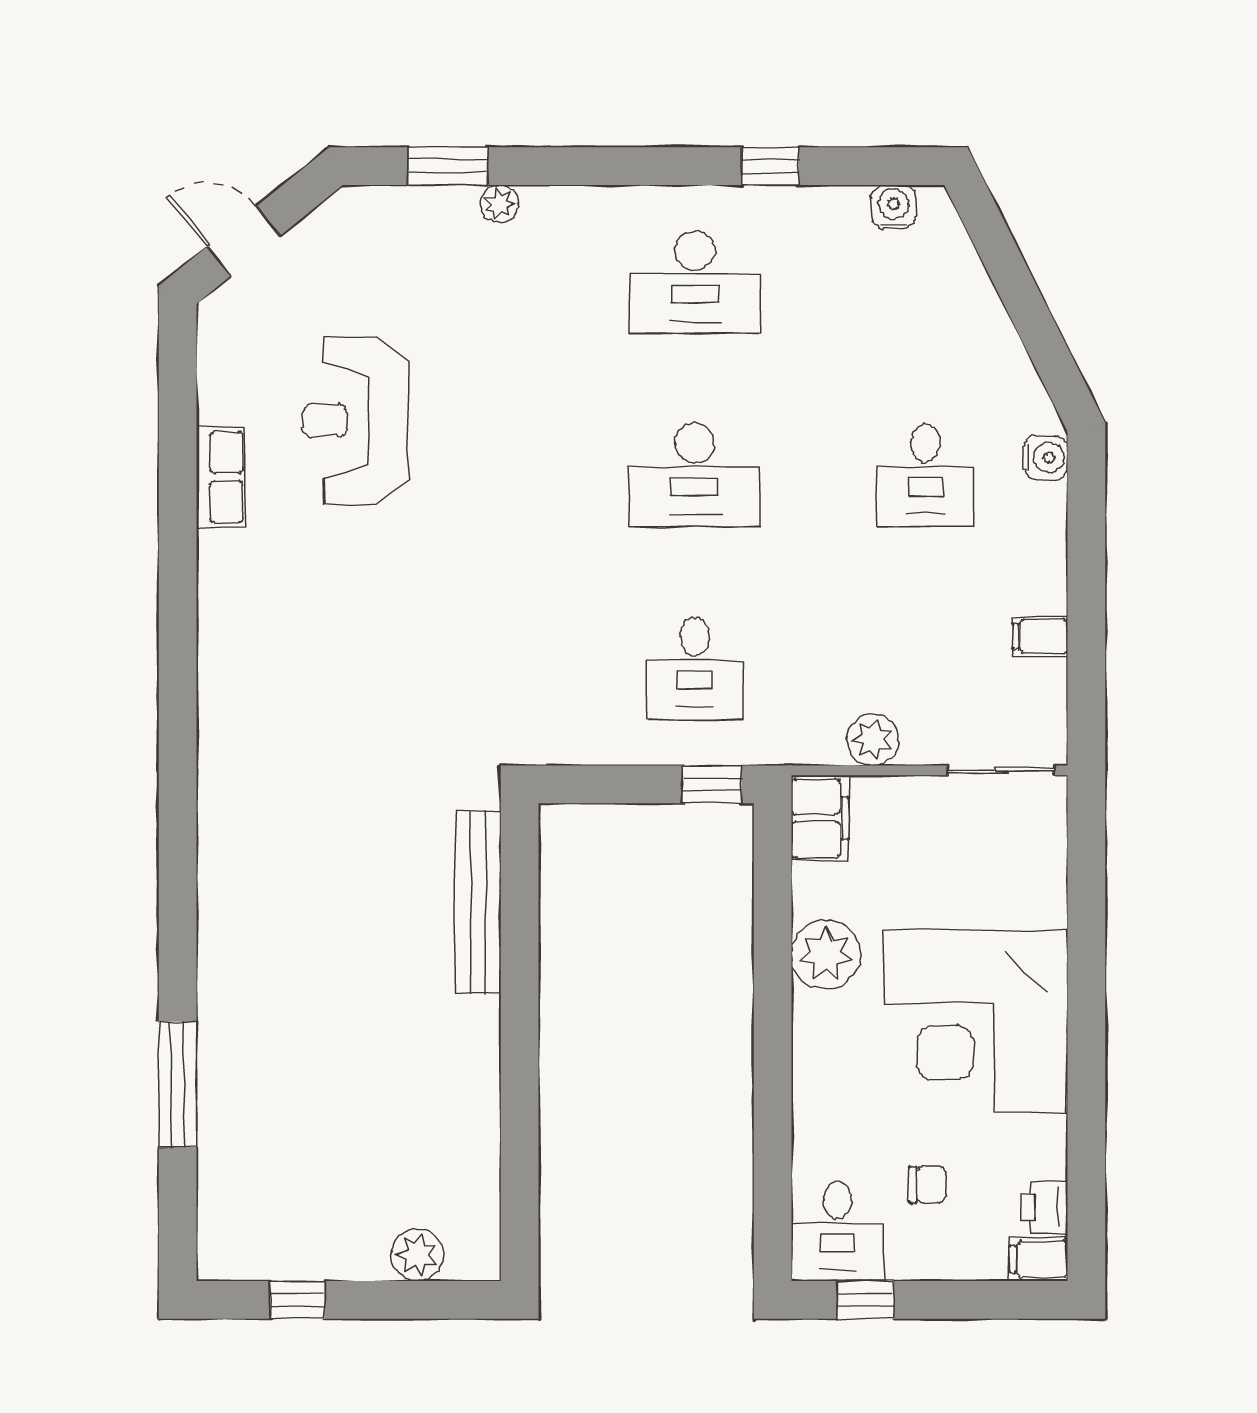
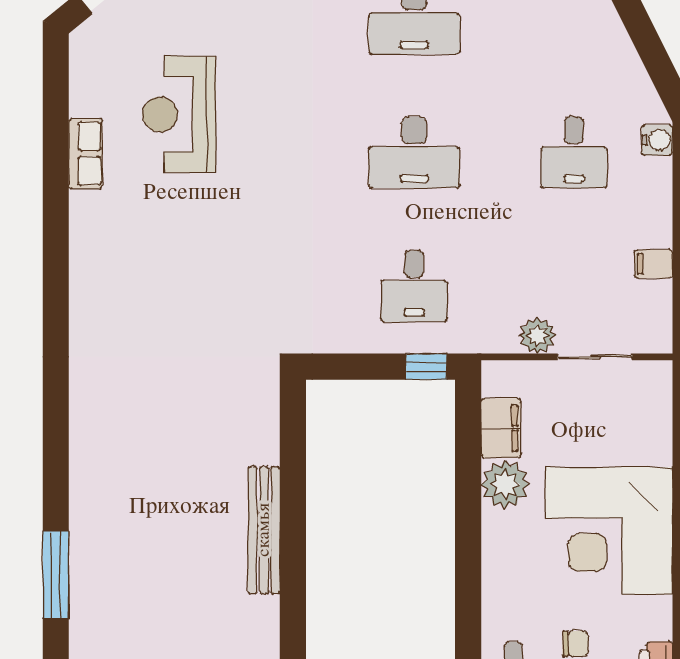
sliding door: (1001, 770) -> (595, 357), moved
filing cabinet: (820, 818) -> (501, 428), moved
bench: (478, 902) -> (264, 530), moved

